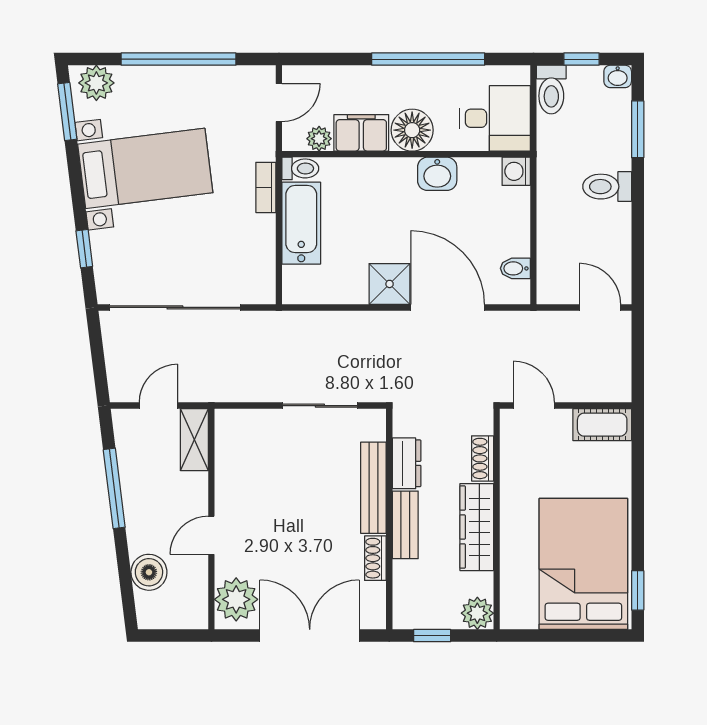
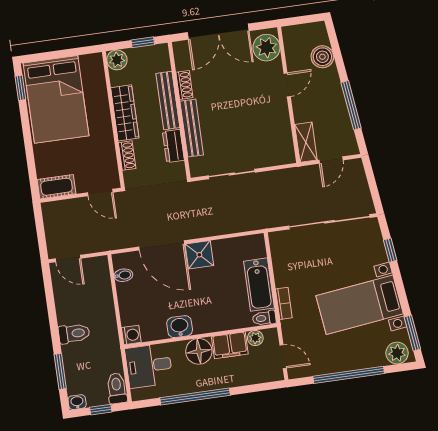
door: (279, 103) -> (283, 357), swing flipped
bench: (405, 525) -> (168, 100), width x1.36

